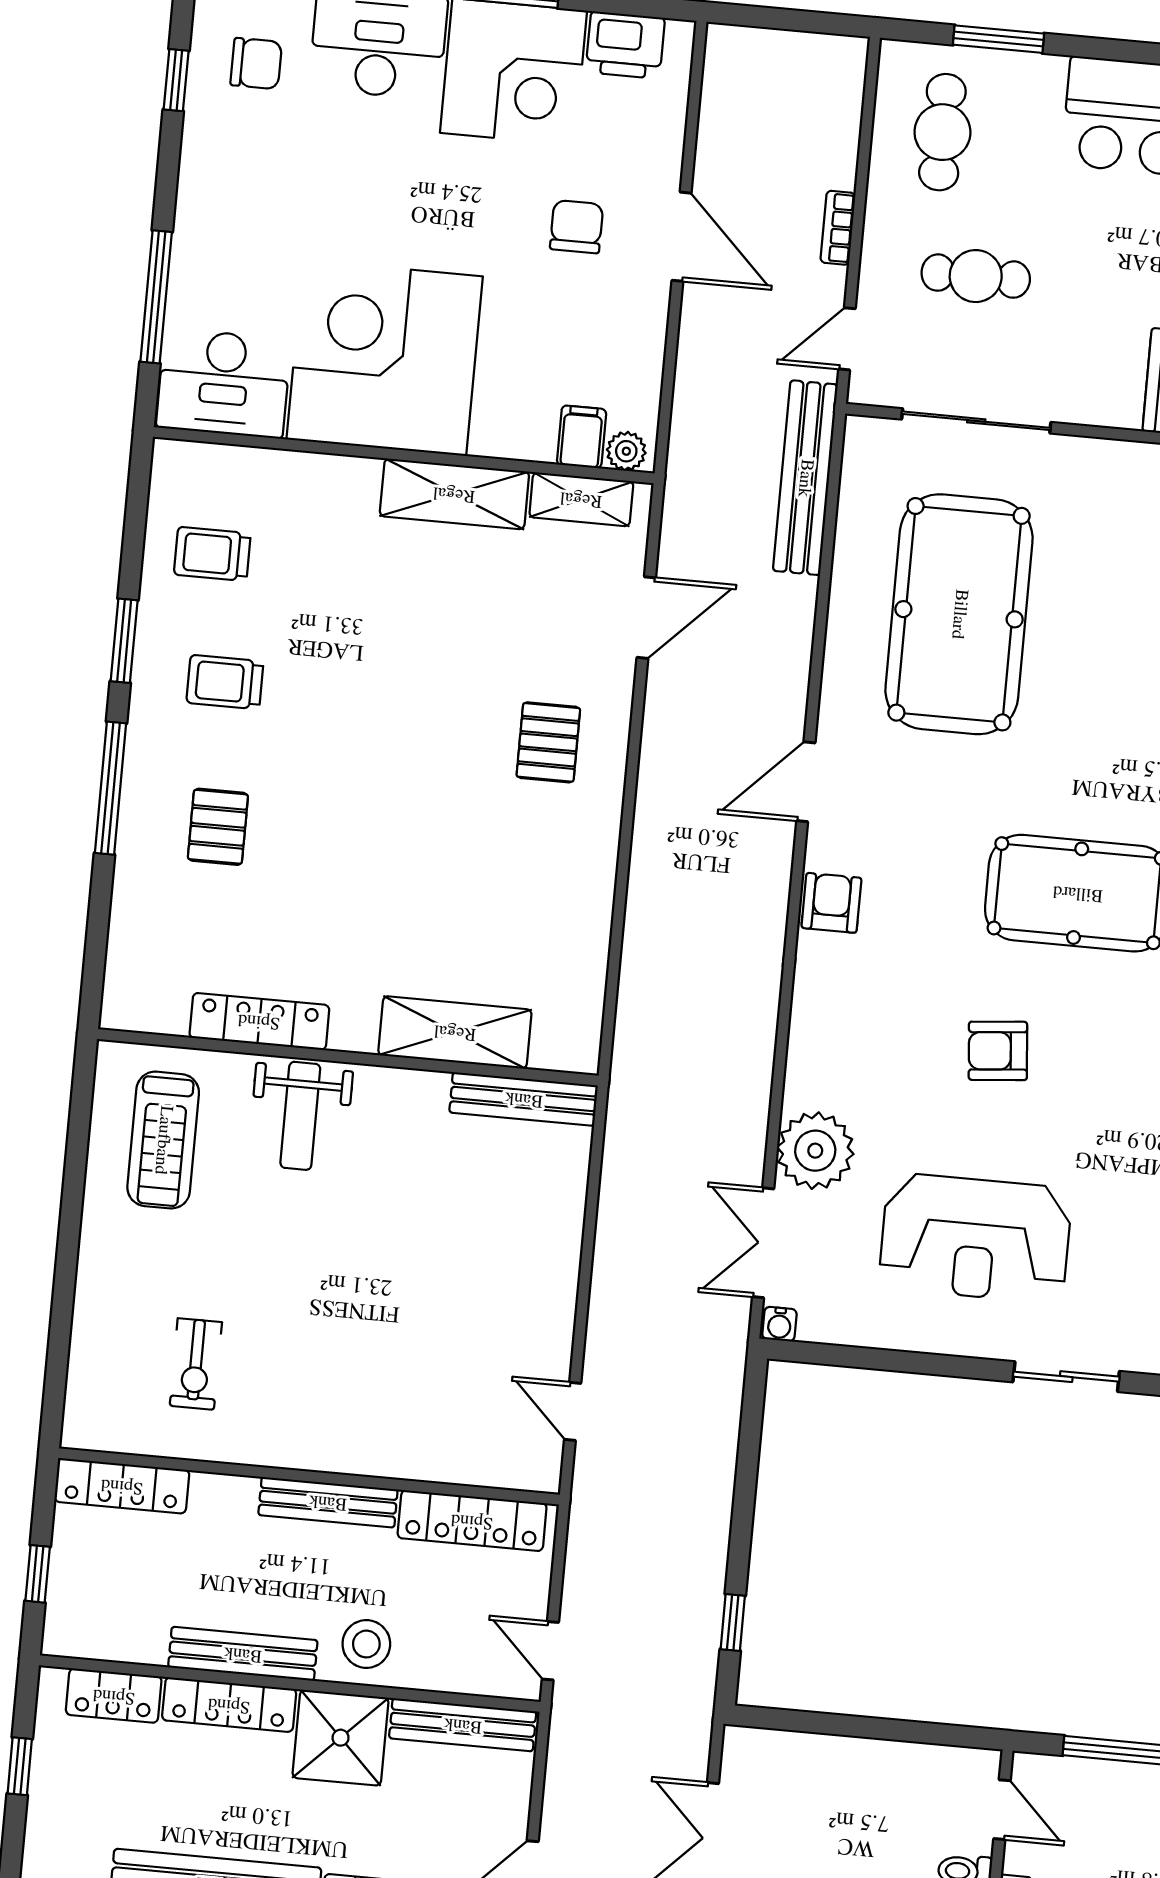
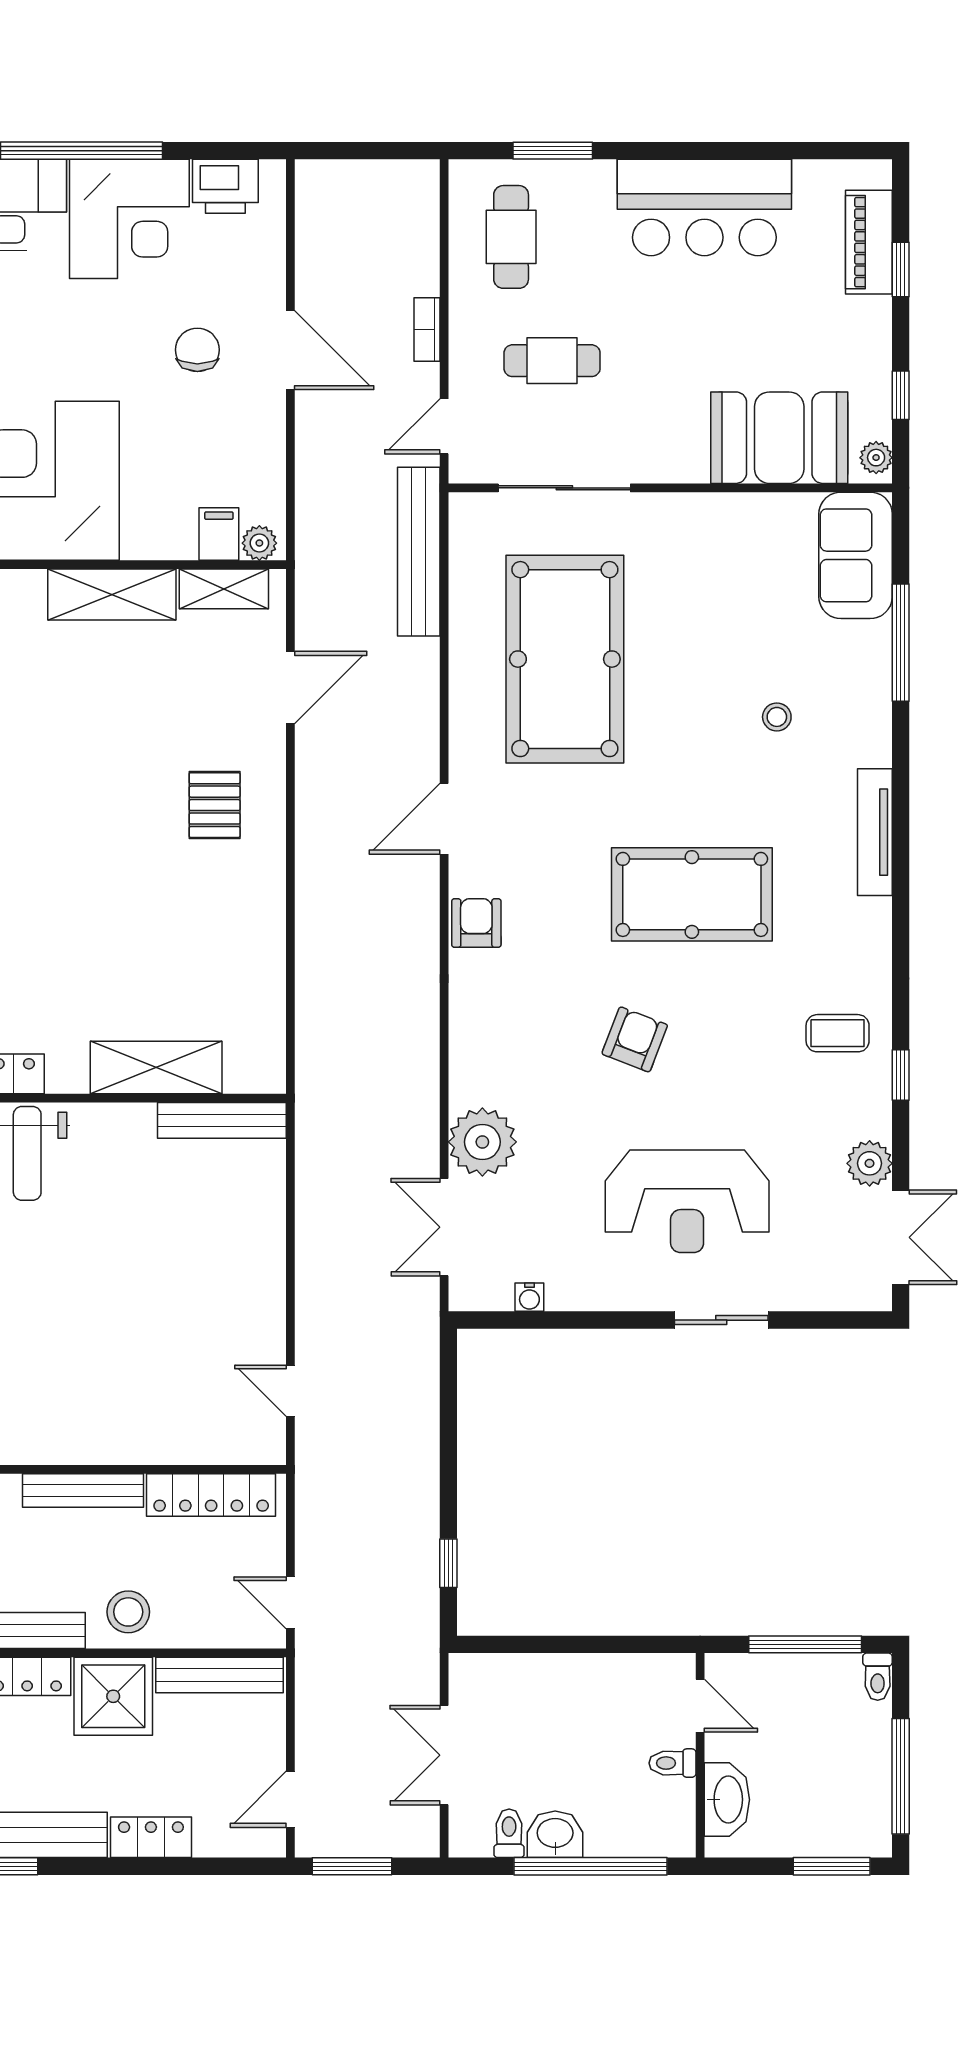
armchair: (998, 1051) -> (635, 1039), turned 116
reception desk: (975, 1238) -> (687, 1201), moved
water cooler: (779, 1324) -> (529, 1297), moved

